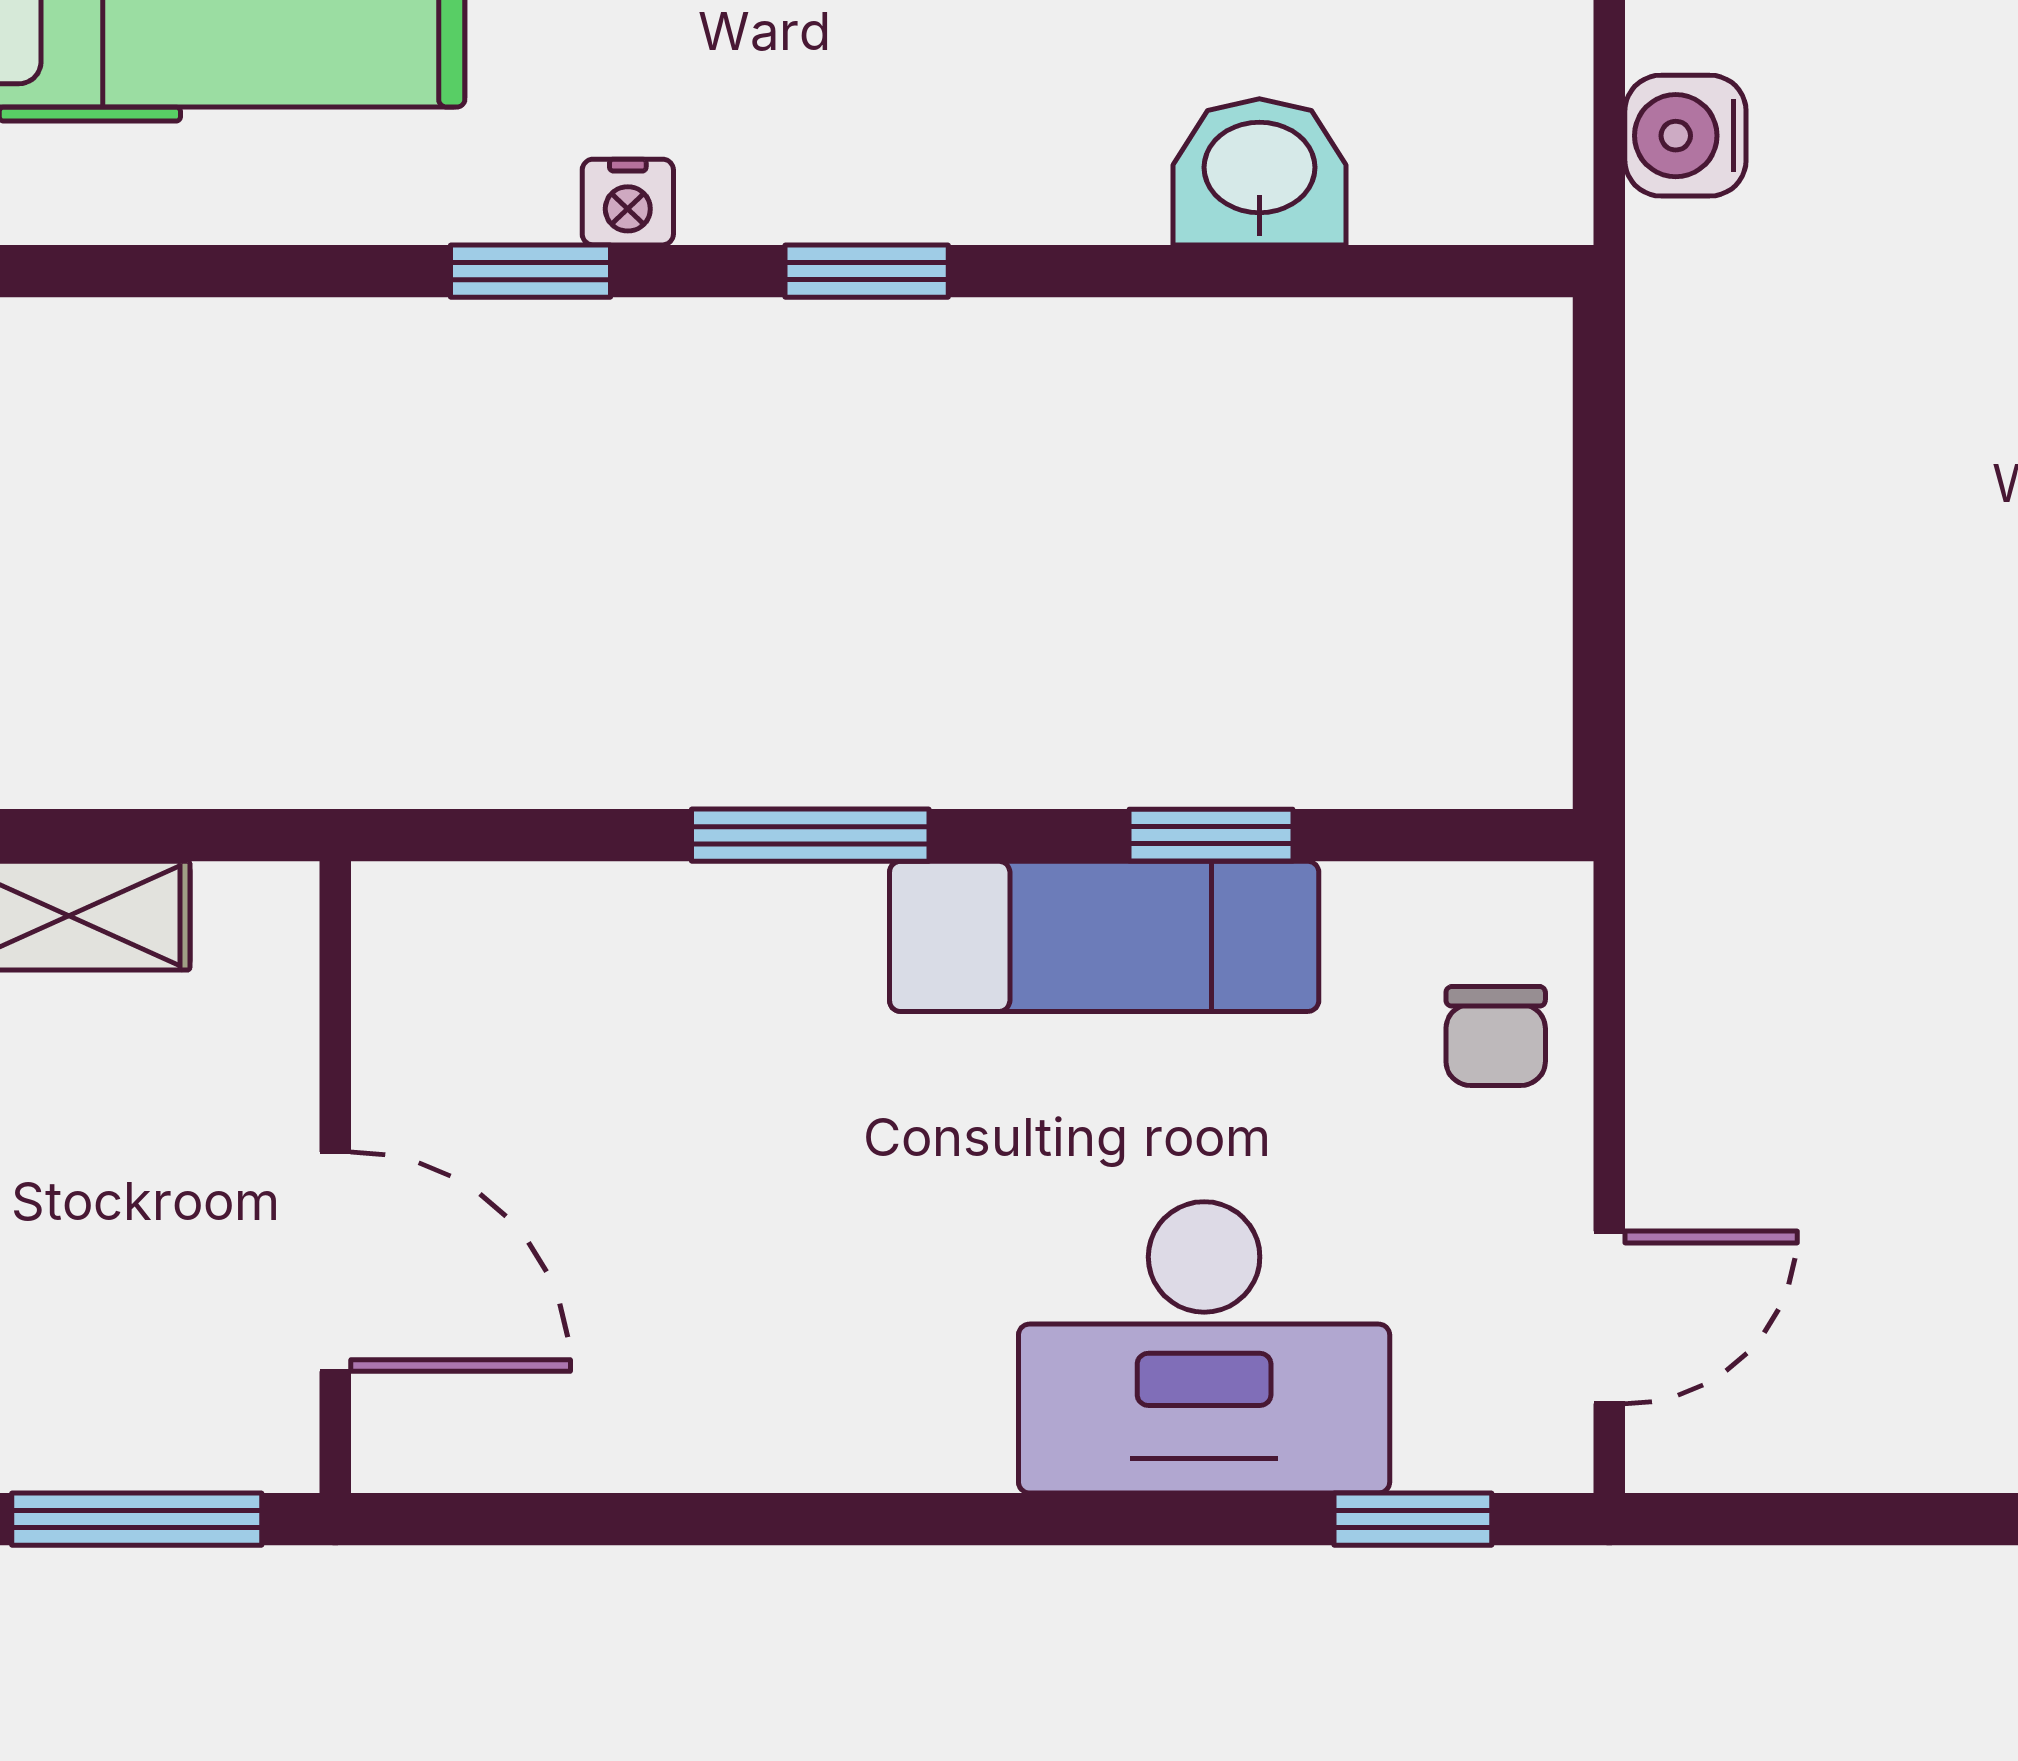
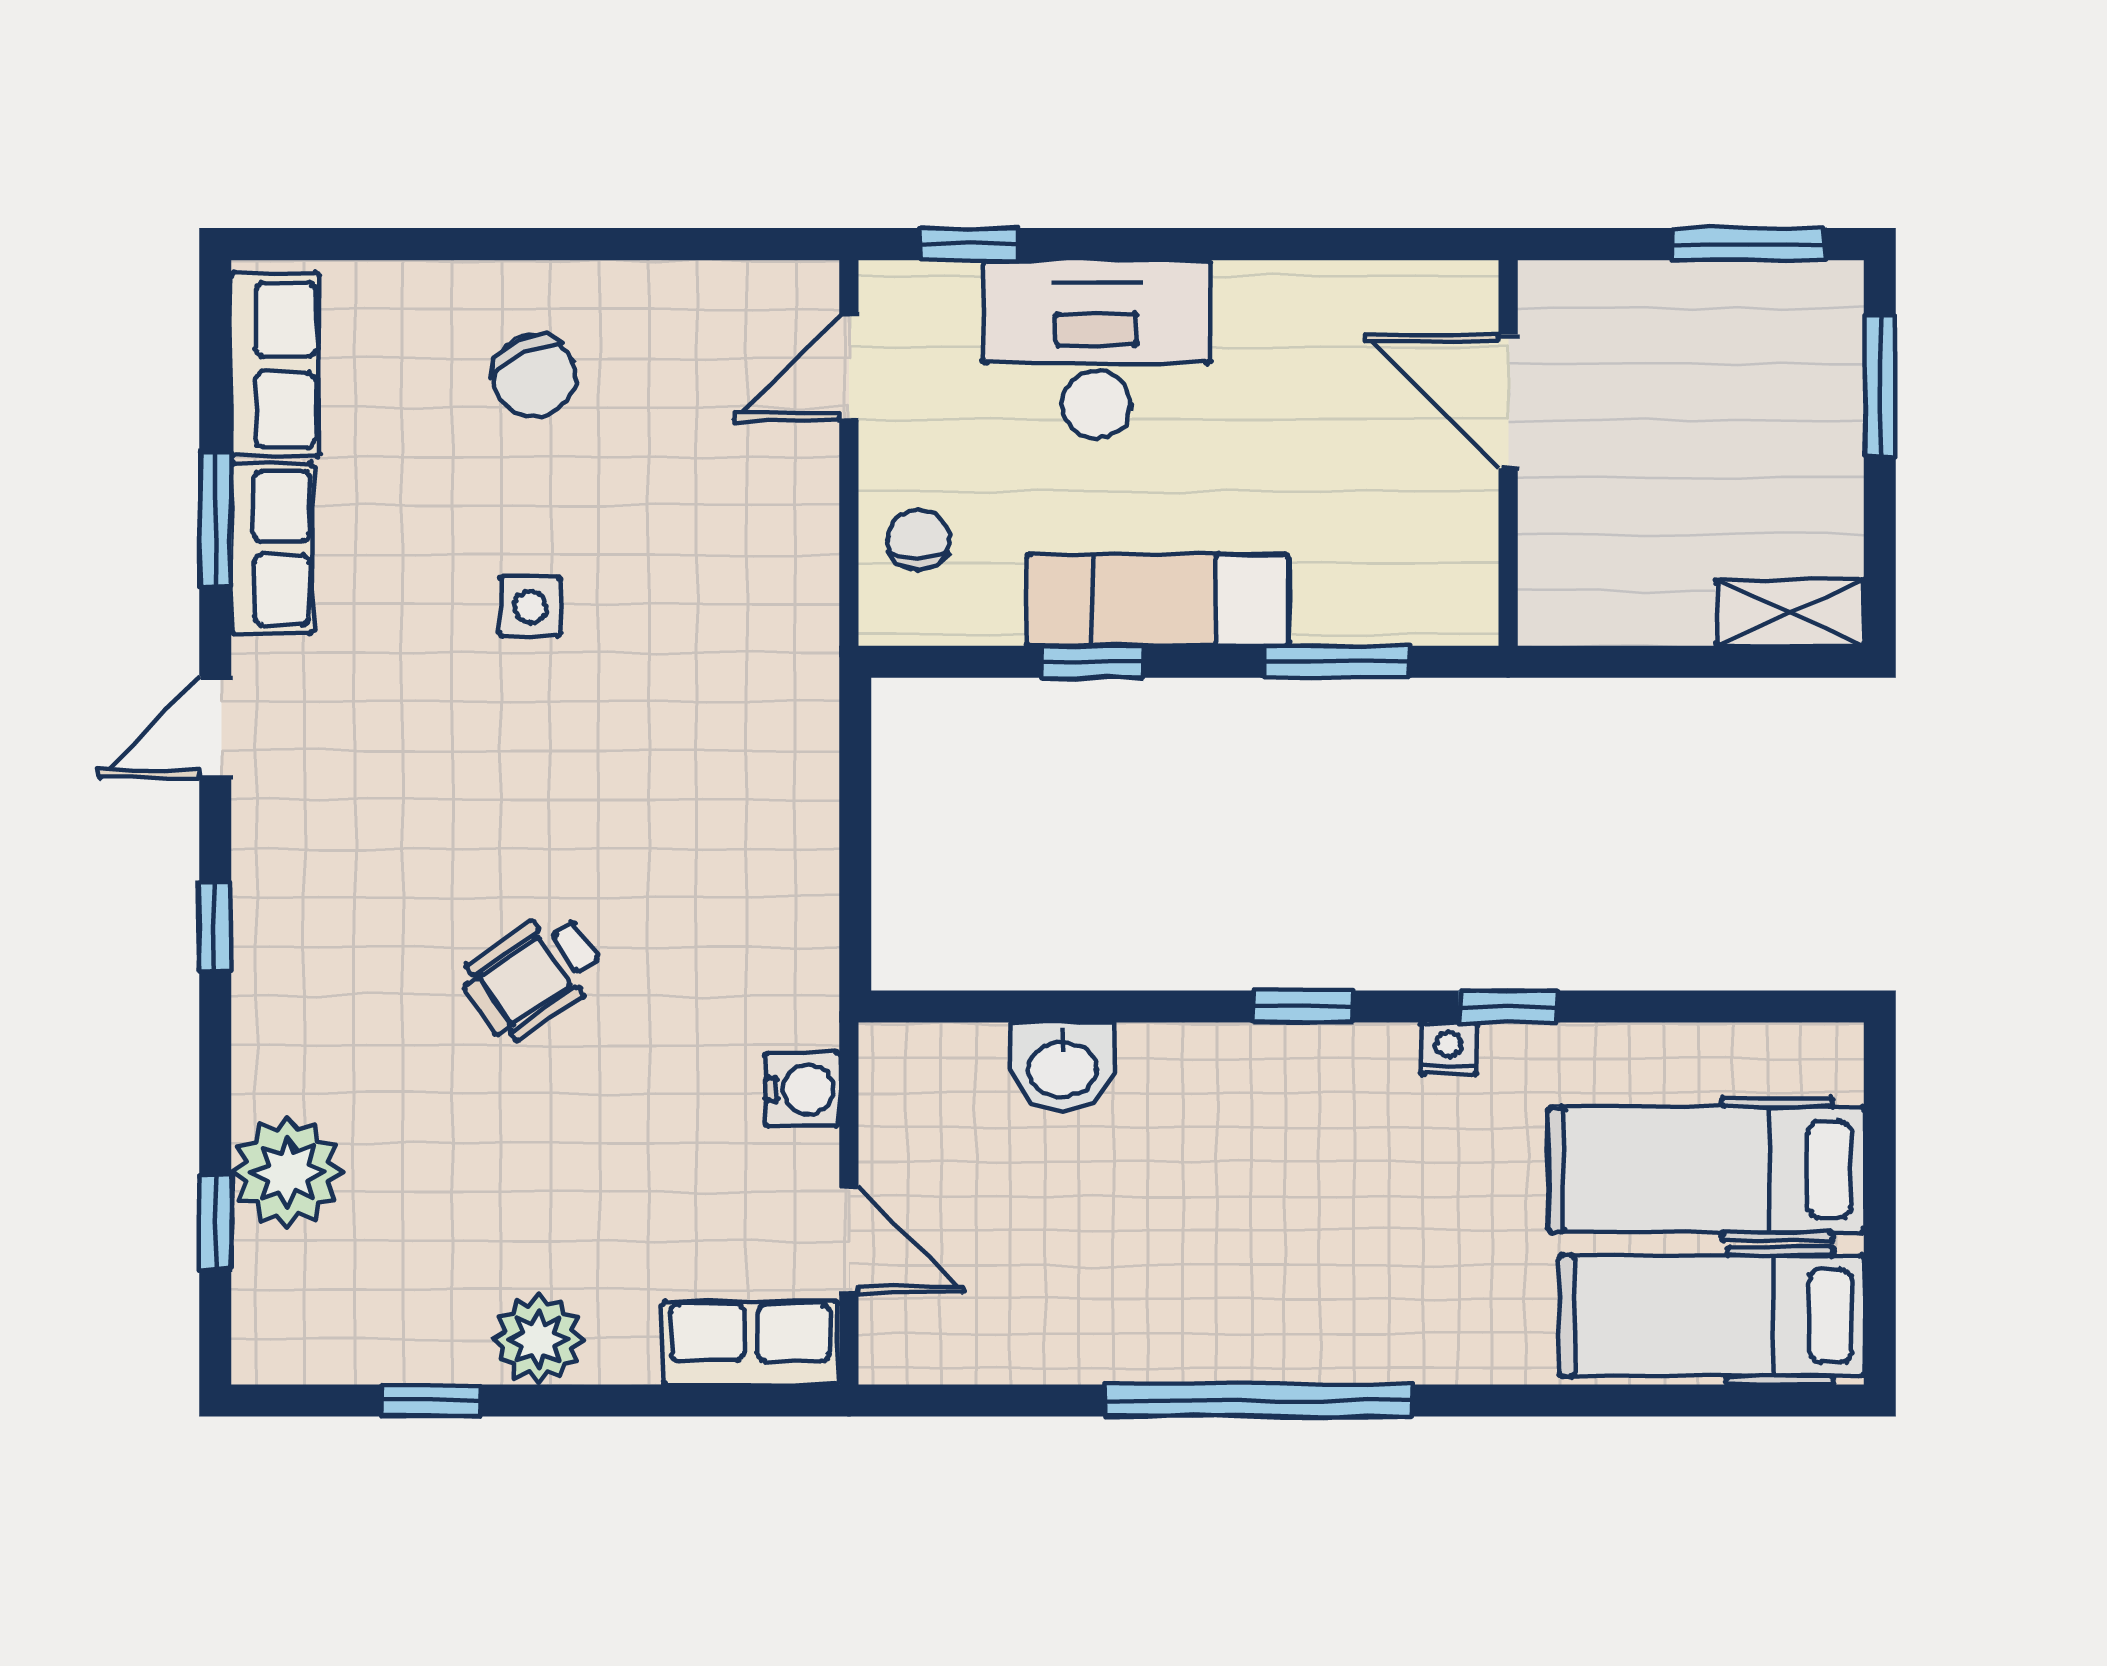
wall: (335, 1177) -> (1508, 453), moved
door: (335, 1262) -> (1508, 401), moved

